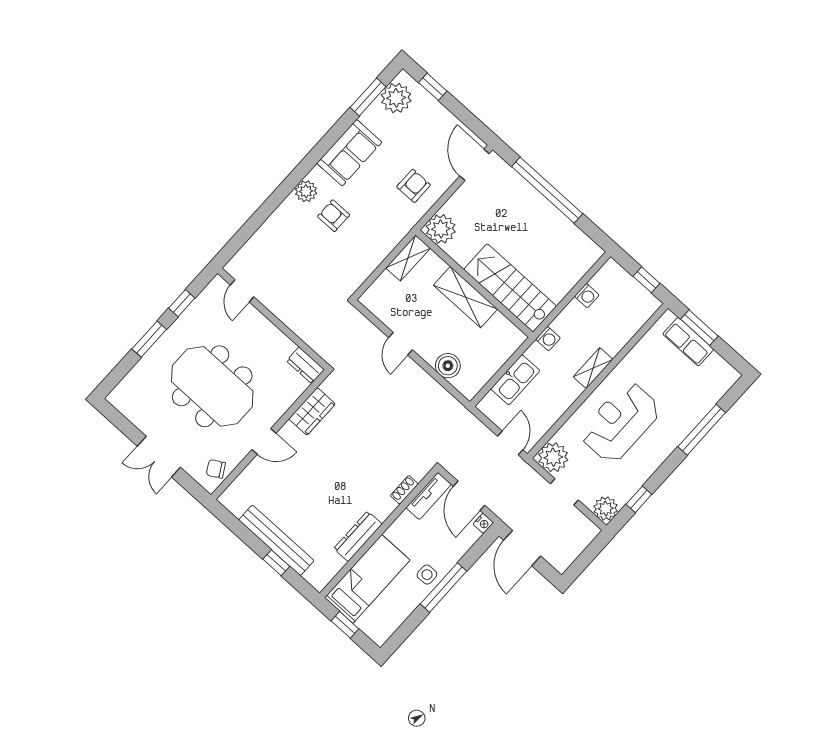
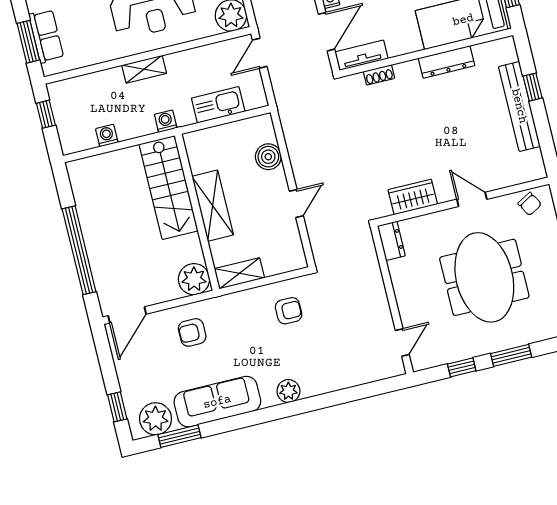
sofa: (349, 153) -> (217, 402), width x1.36
armchair: (334, 216) -> (289, 311), moved, turned -90

